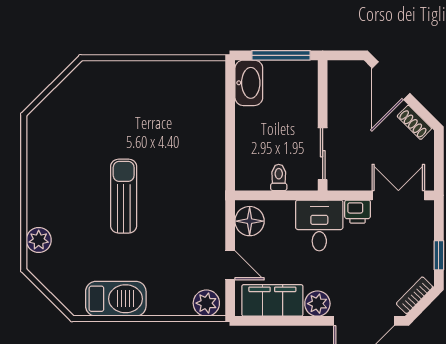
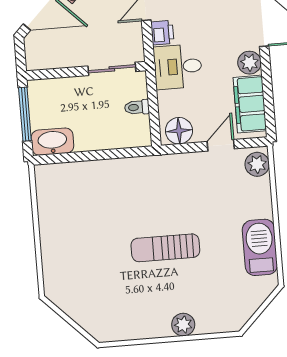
plant: (39, 240) -> (183, 325), moved

